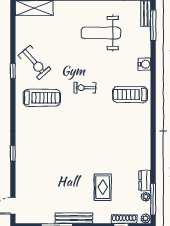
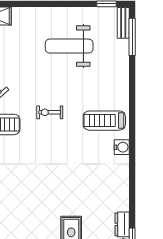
water cooler: (144, 64) -> (122, 147), moved

